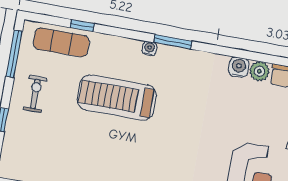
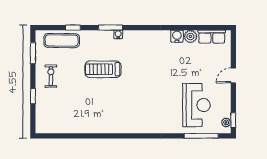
window: (173, 42) -> (110, 28), moved
window: (14, 54) -> (33, 53), width x0.69
treadmill: (117, 98) -> (103, 69), width x0.73, depth x0.73

